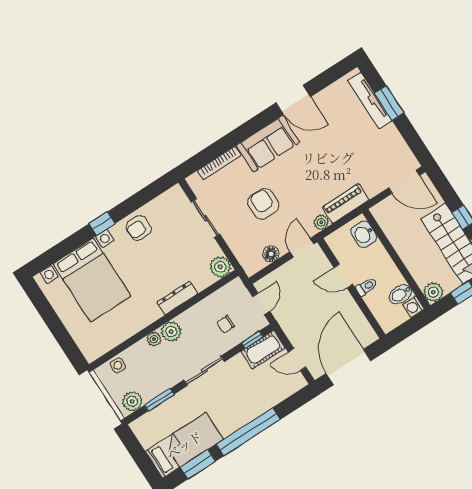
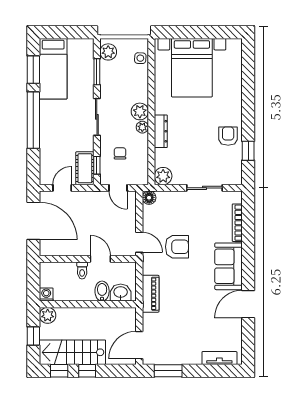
tv unit: (370, 101) -> (219, 358), width x0.71
window: (389, 103) -> (168, 371), moved
armchair: (263, 204) -> (177, 247), moved
plant: (321, 222) -> (148, 268), removed
window: (102, 224) -> (248, 151), moved
floor lamp: (271, 254) -> (149, 198), moved
door: (343, 276) -> (100, 259), hinge flipped
bed with nightstands: (92, 280) -> (192, 68), moved, turned -90
bidet: (400, 294) -> (102, 291), moved
plant: (154, 339) -> (142, 127), moved

